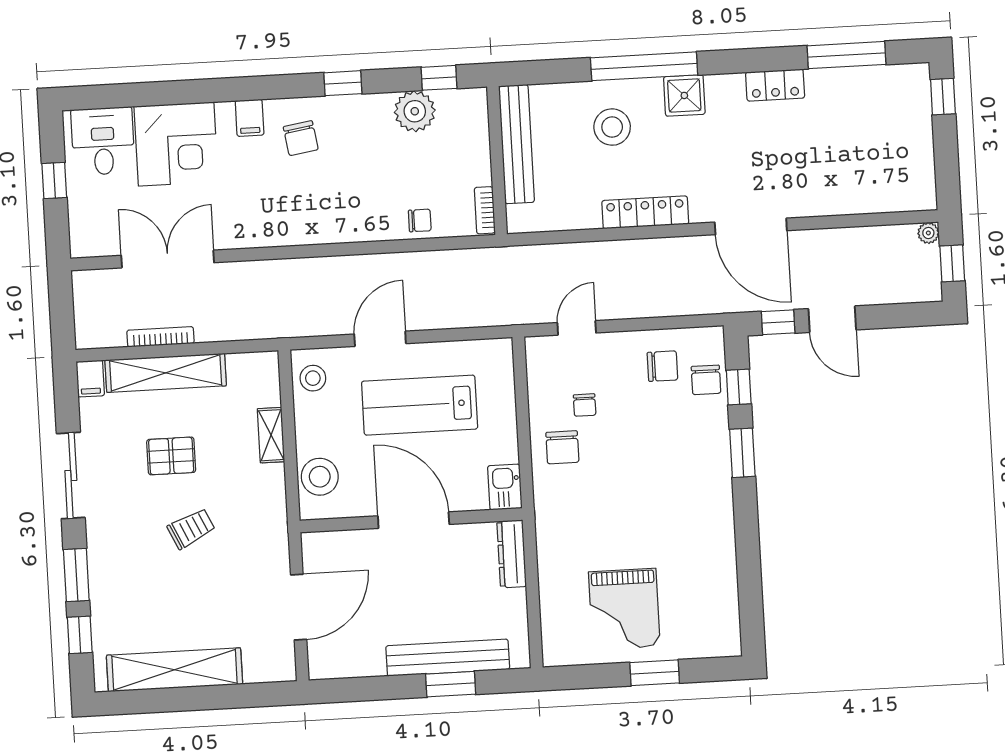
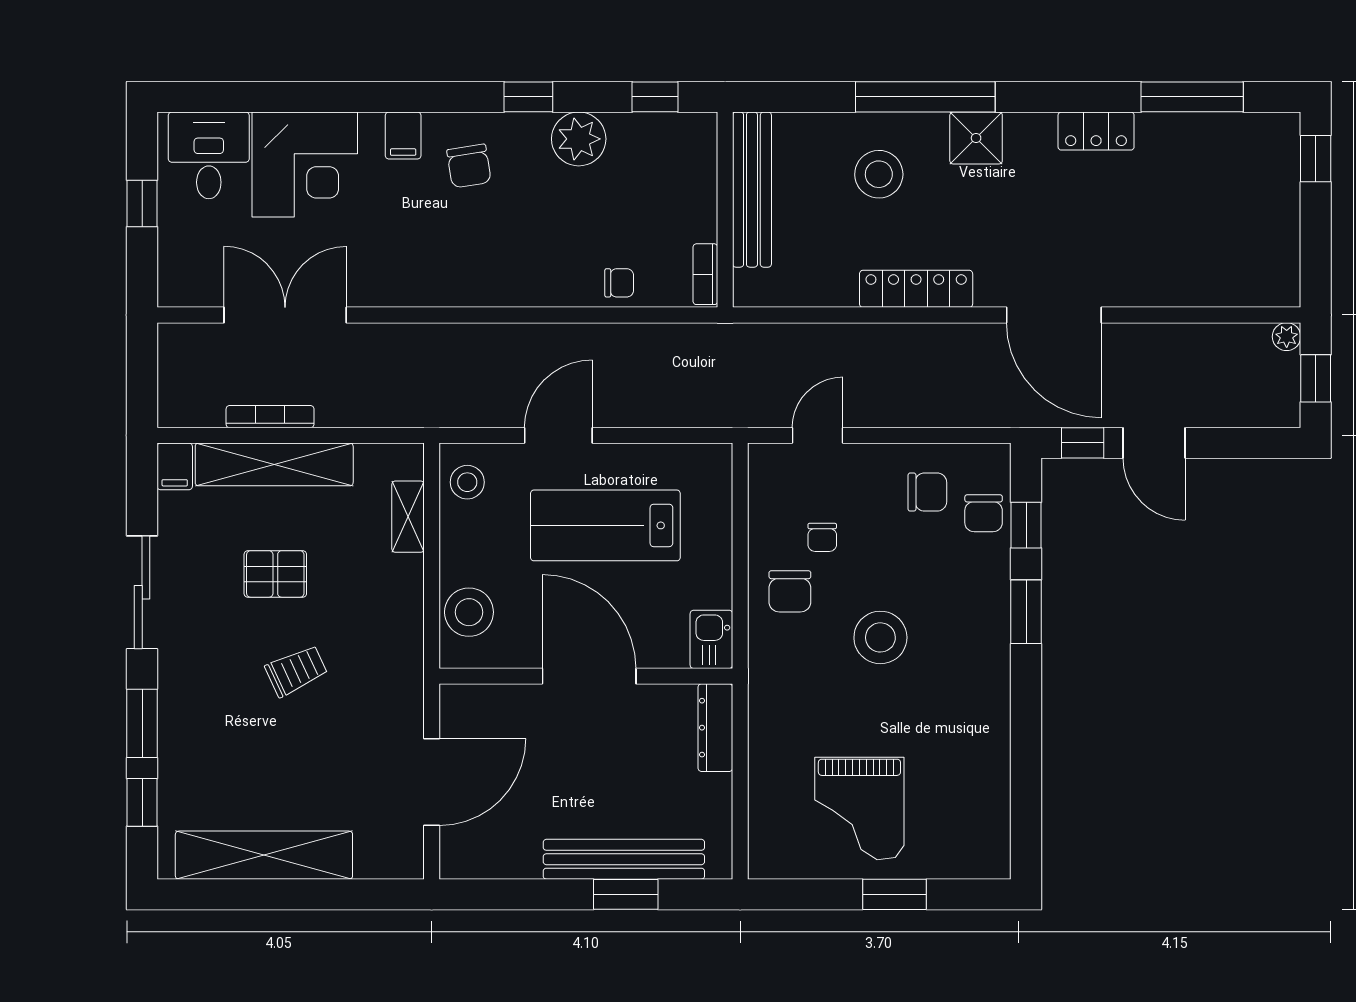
plant: (415, 111) -> (579, 139), moved
shelving: (271, 435) -> (408, 517), moved
stool: (633, 478) -> (880, 637), added

